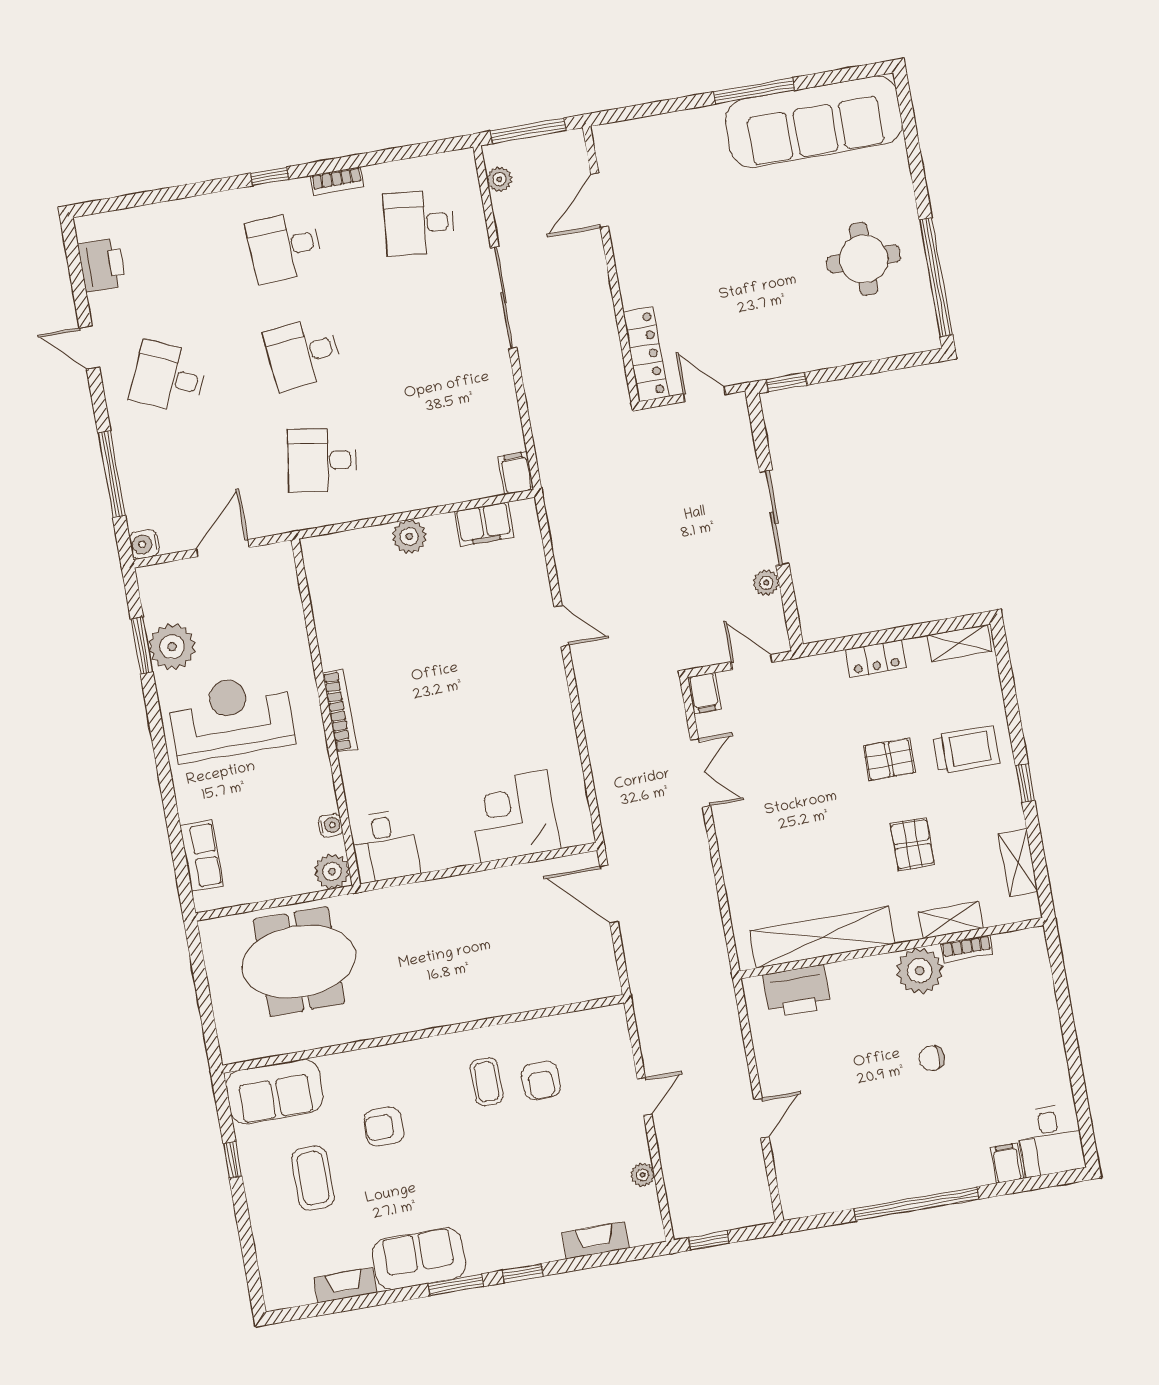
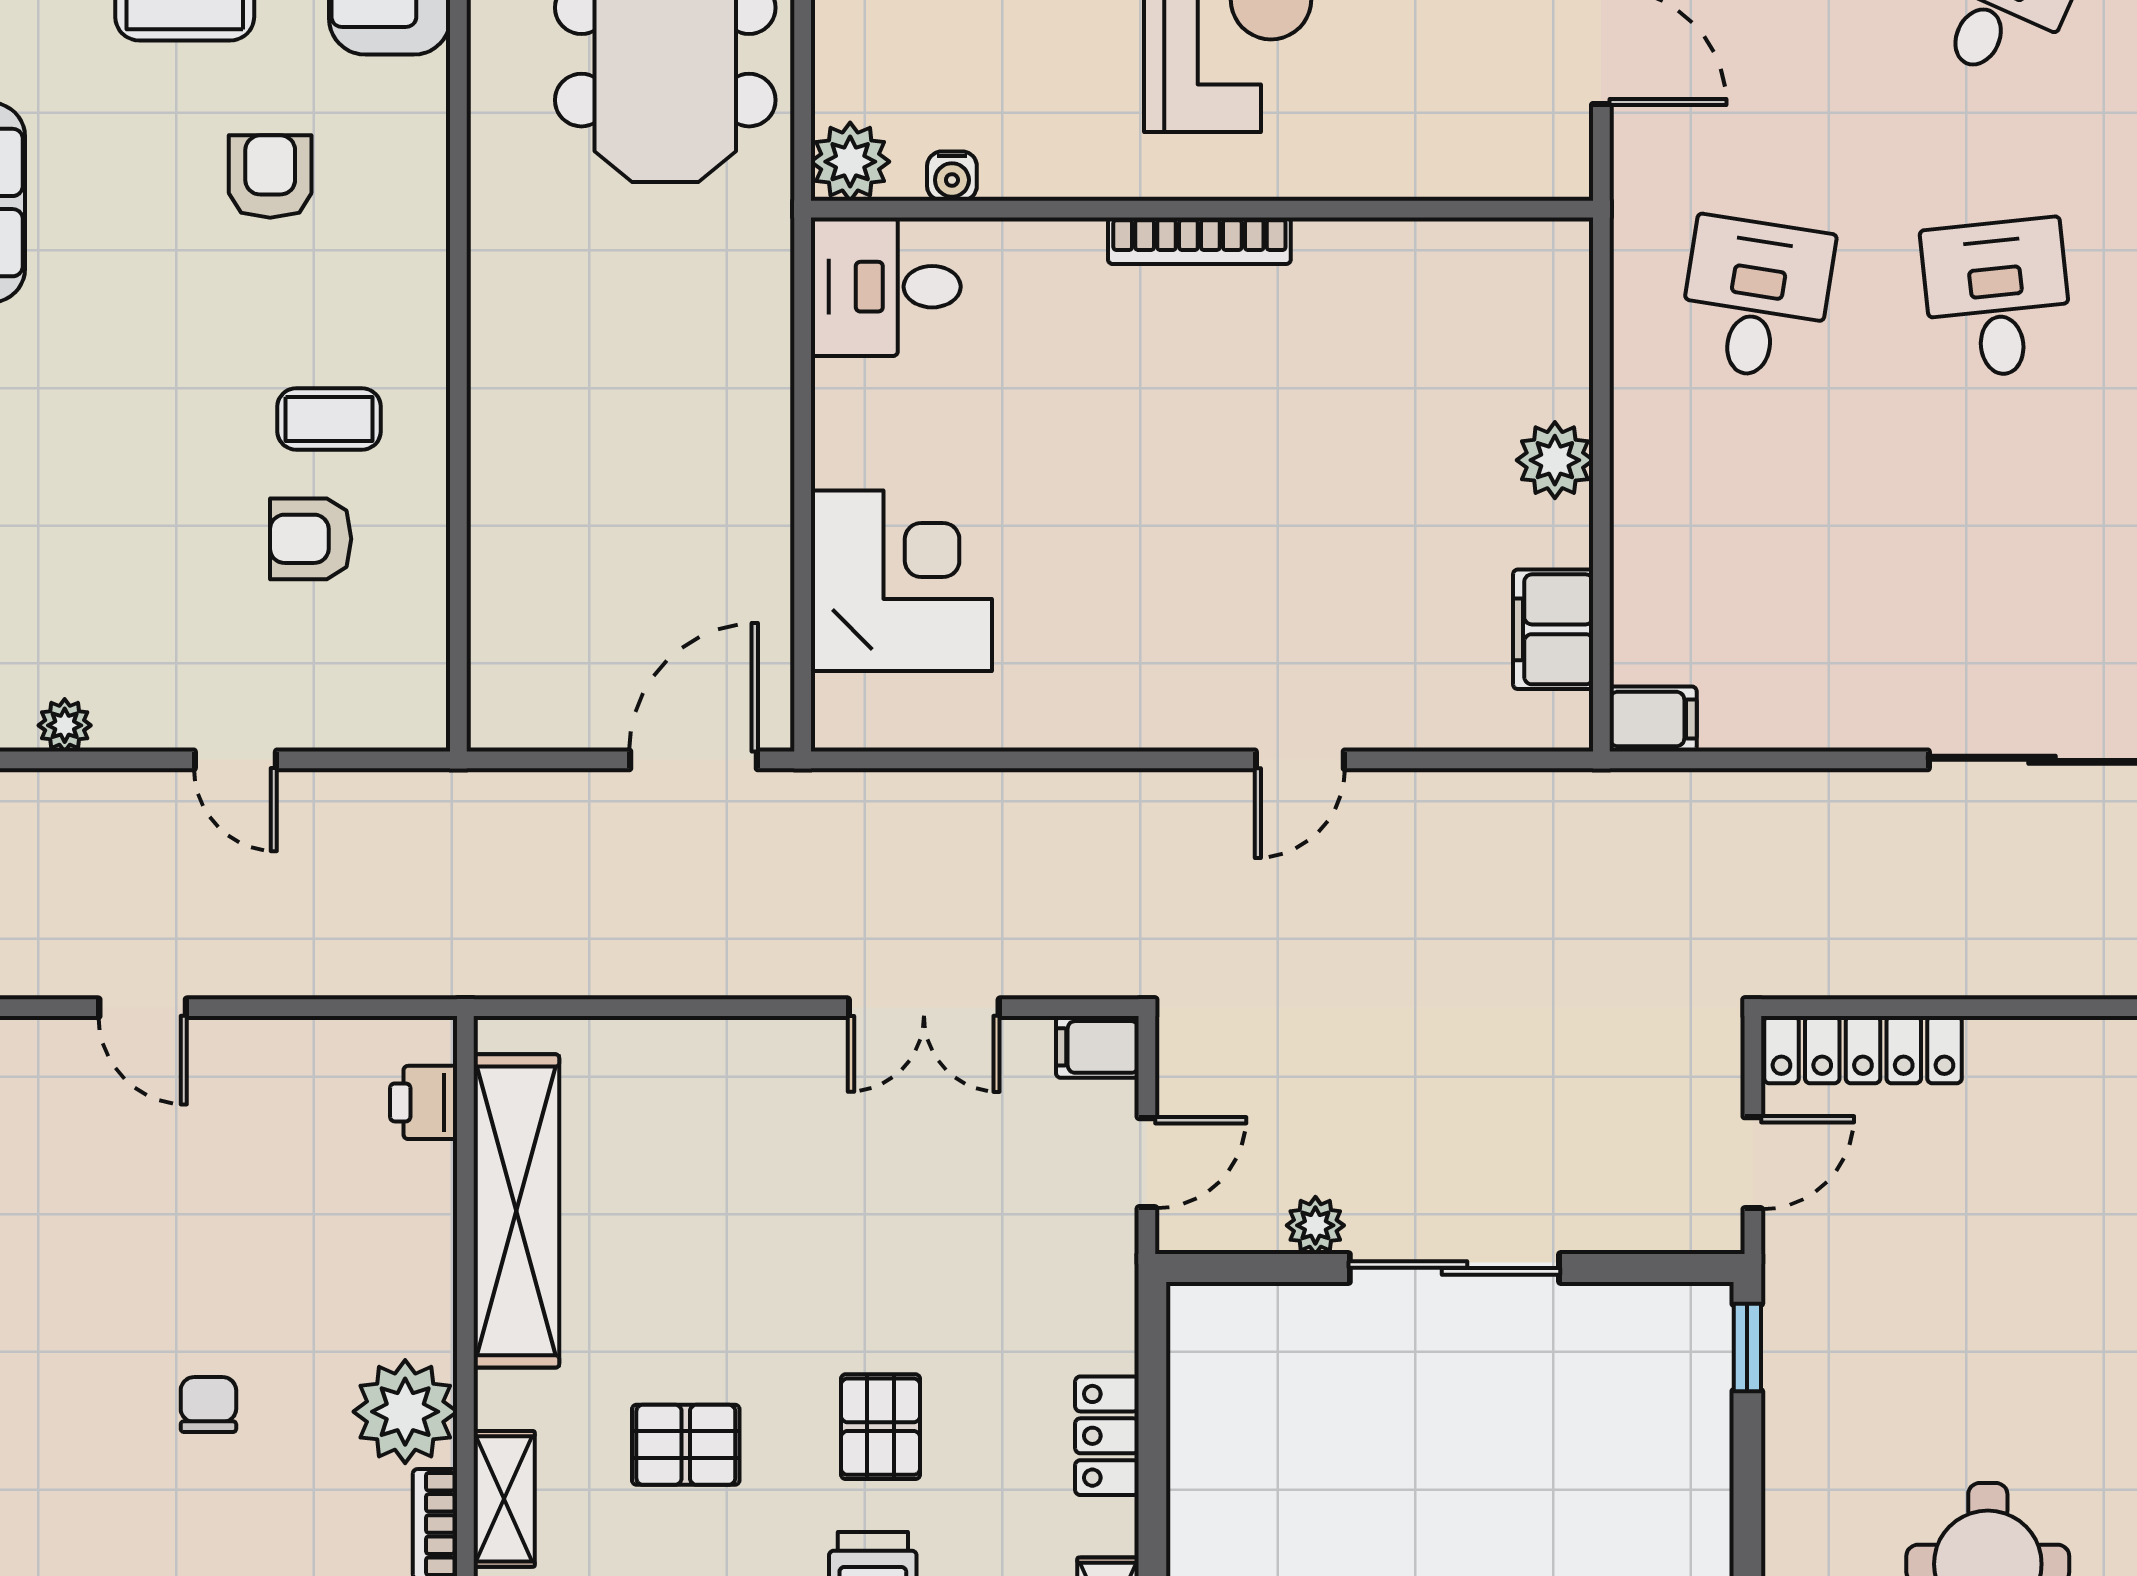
printer: (797, 991) -> (424, 1102), width x0.53, depth x0.68

